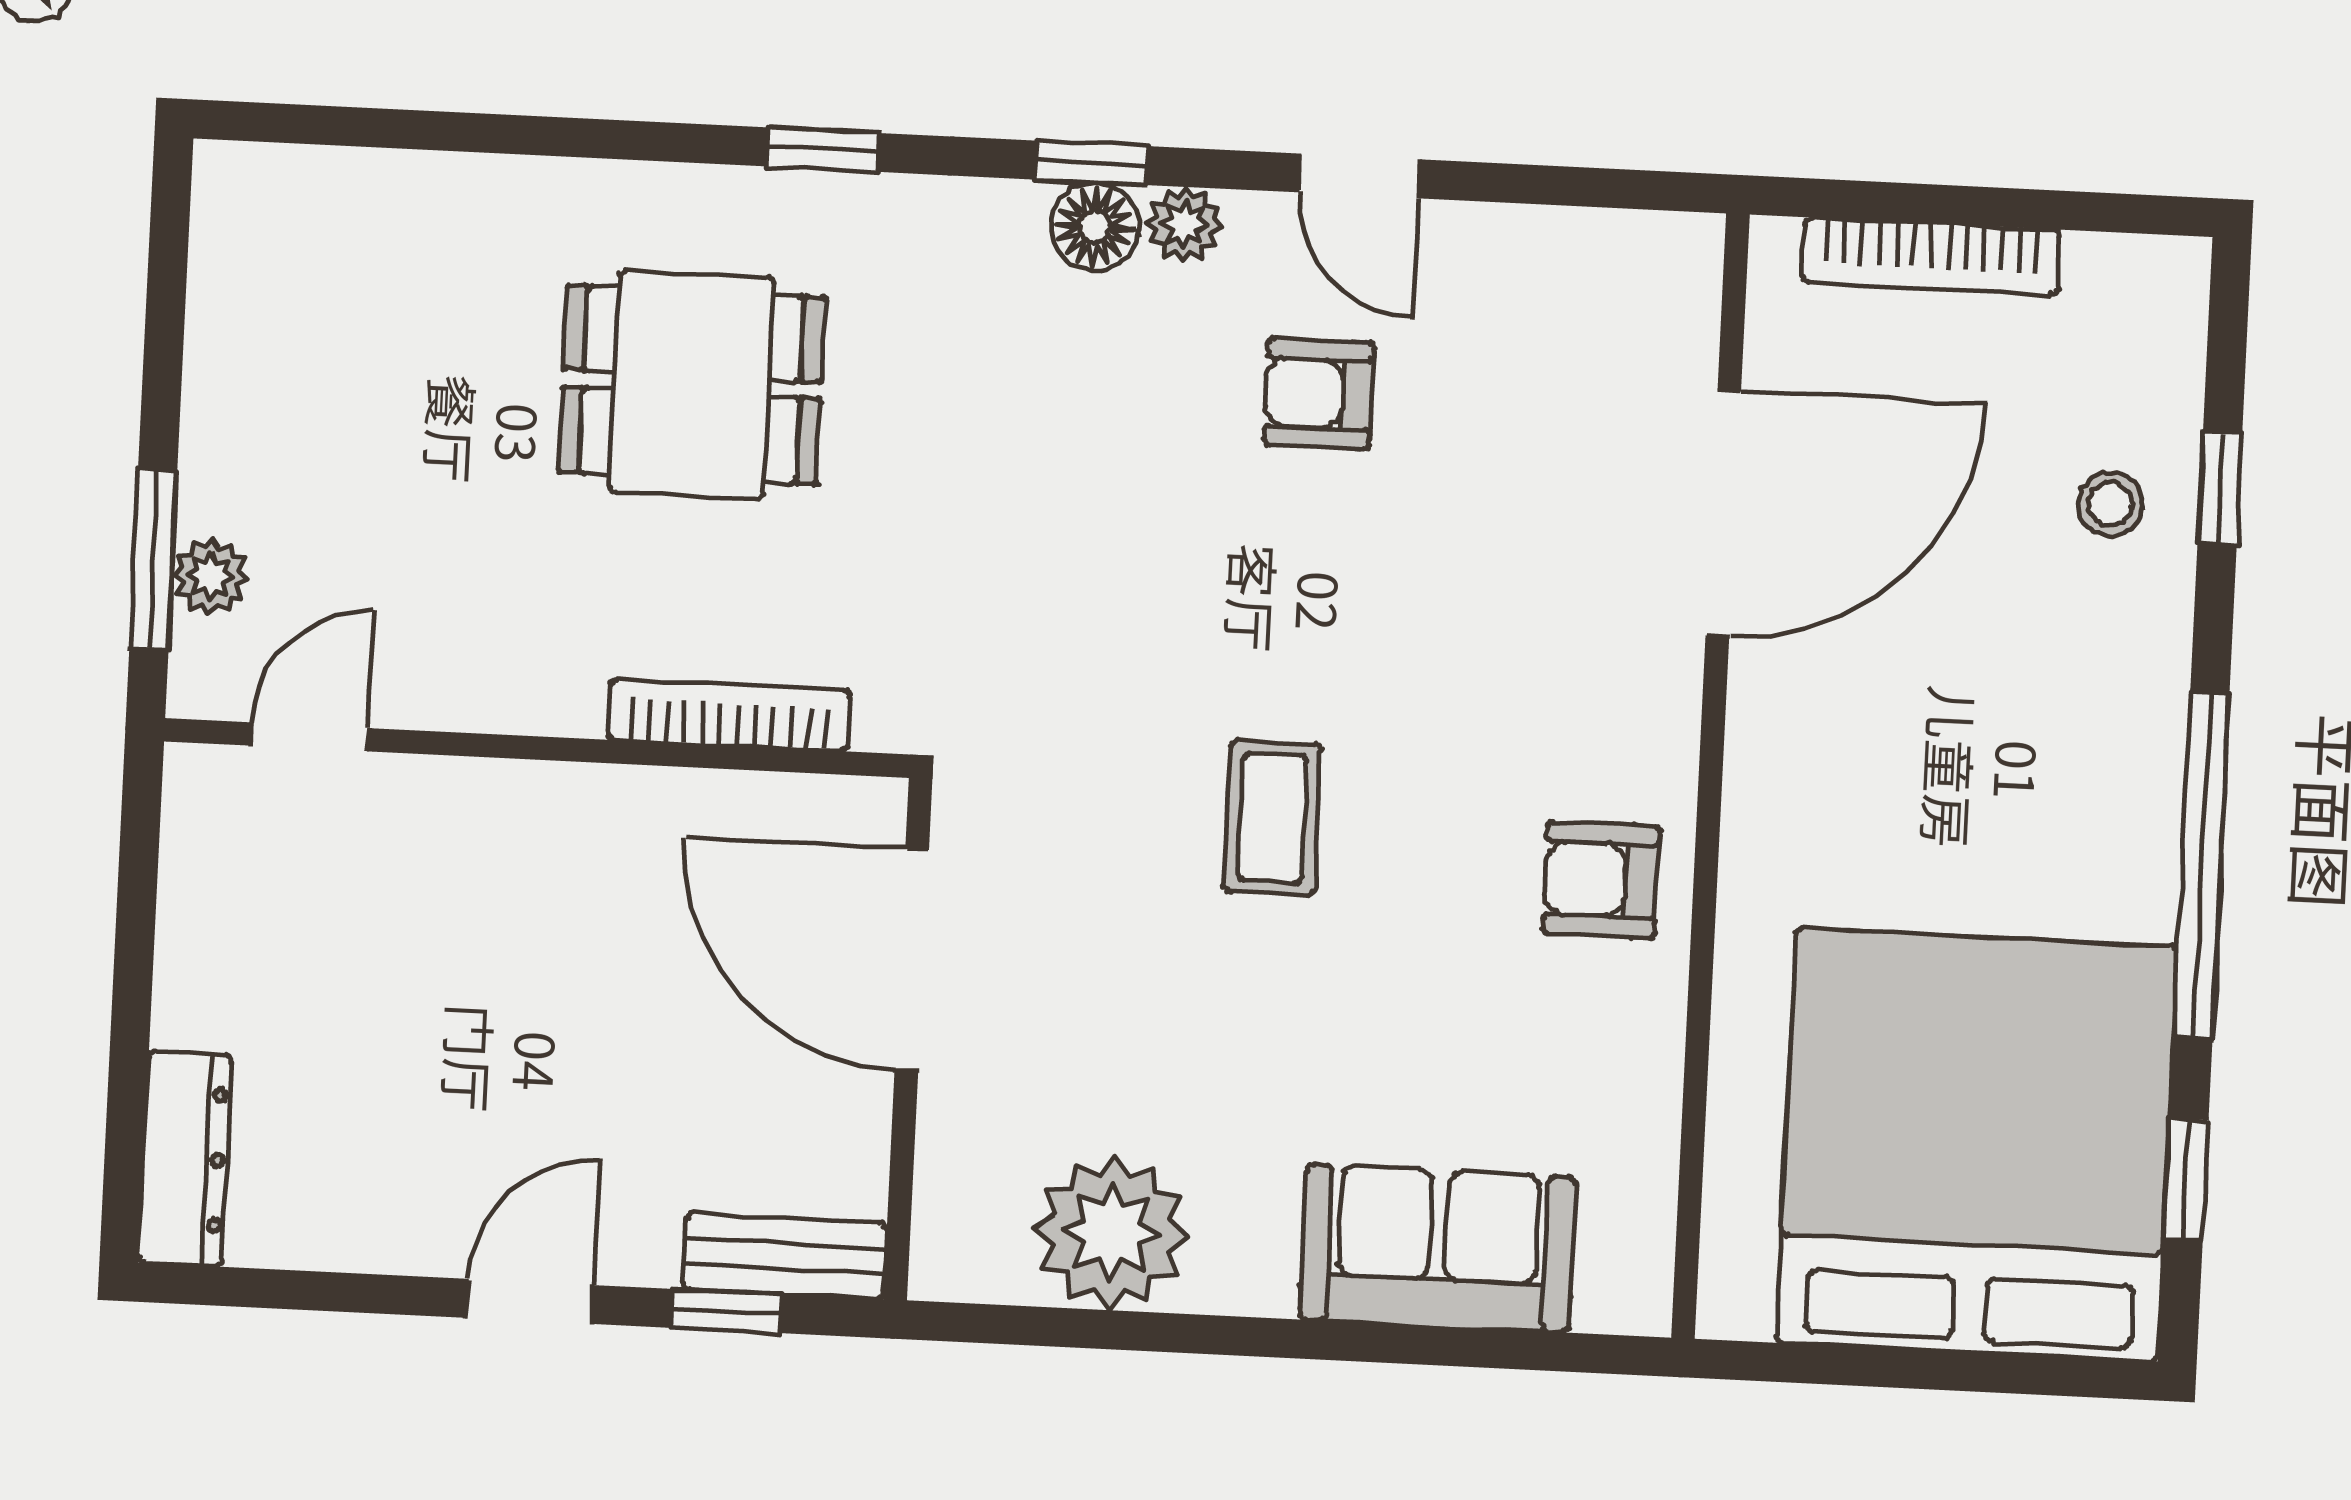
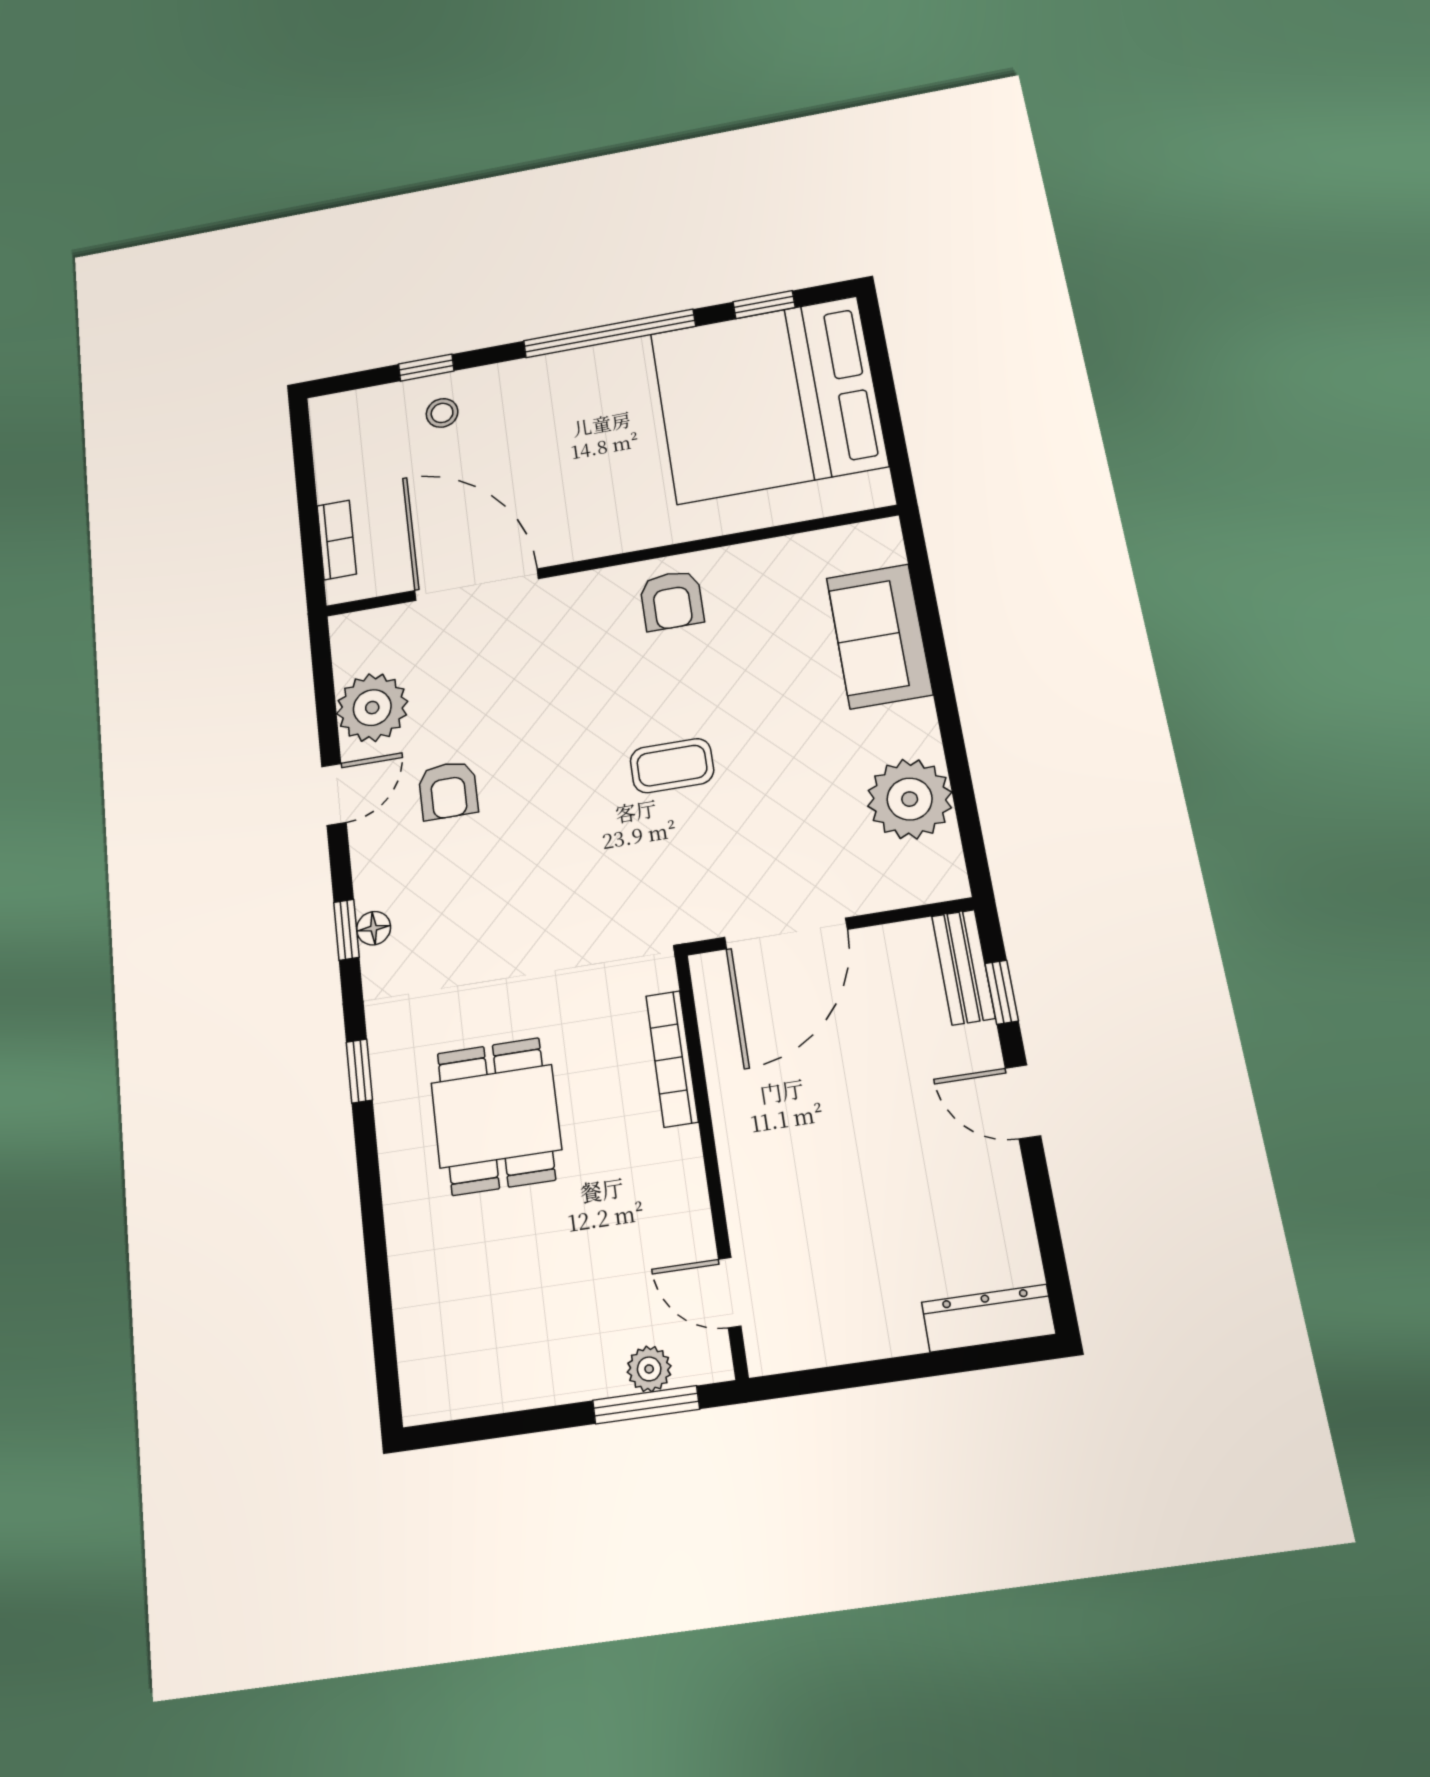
plant: (1184, 225) -> (372, 708), moved, width x1.88, depth x1.88
floor lamp: (1095, 227) -> (374, 928), width x0.73, depth x0.73
bookcase: (1931, 256) -> (337, 540), width x0.64

